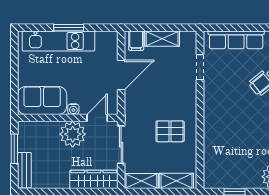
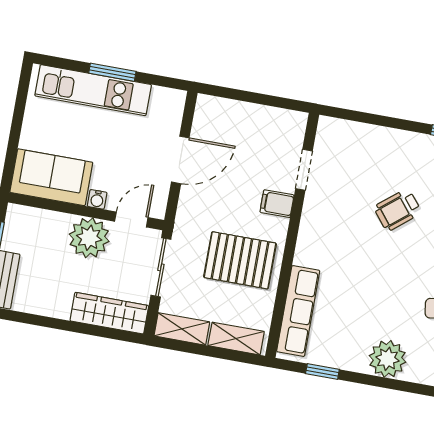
shelving: (162, 39) -> (253, 115), removed
row of seats: (236, 40) -> (298, 311), moved, turned -90
filing cabinet: (136, 41) -> (277, 204), moved, turned 90
pallet: (170, 131) -> (240, 260), width x1.50, depth x1.42

